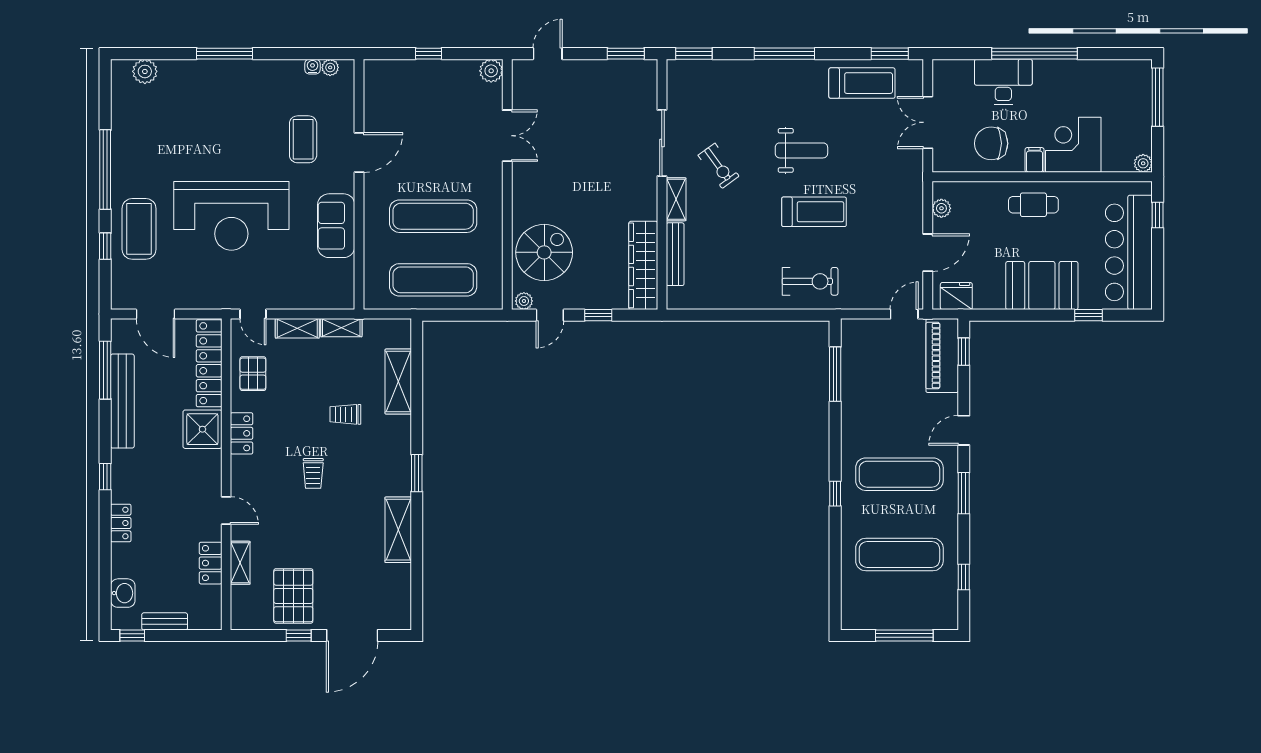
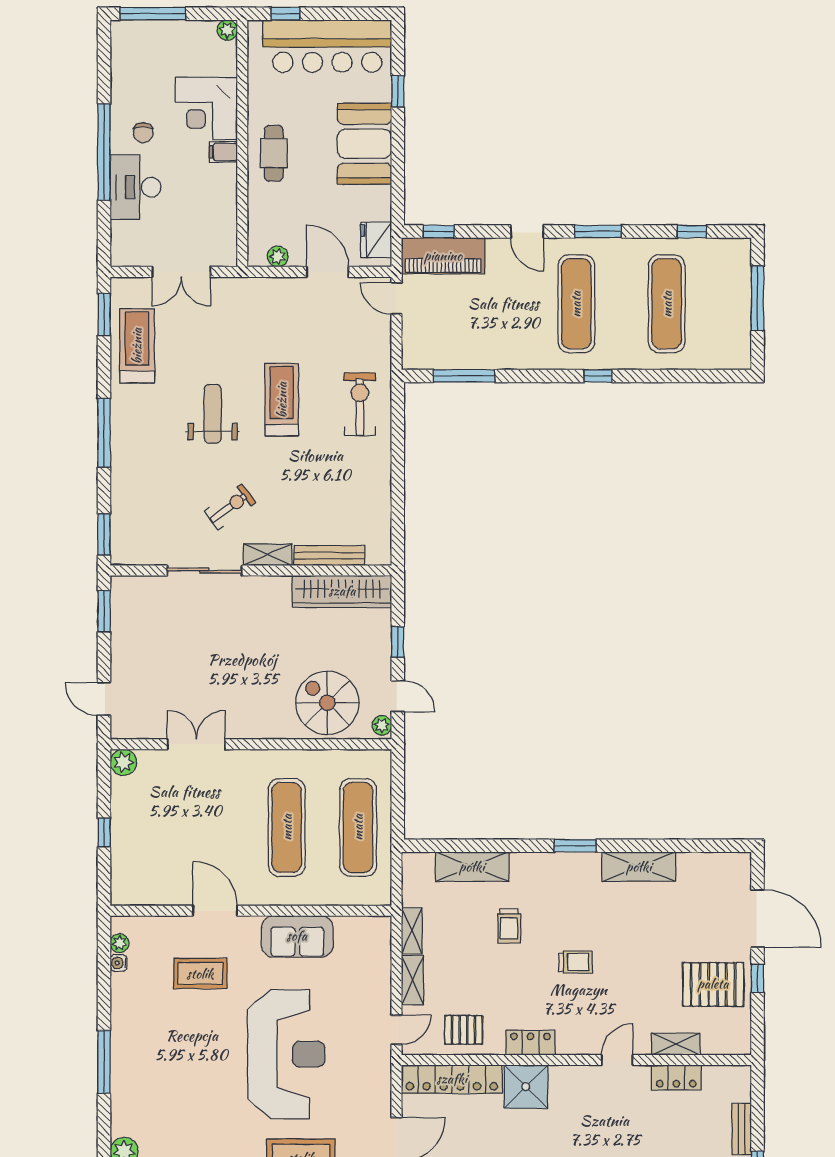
chair: (991, 143) -> (143, 133), moved, width x0.54, depth x0.54

